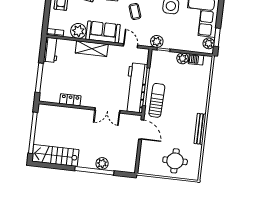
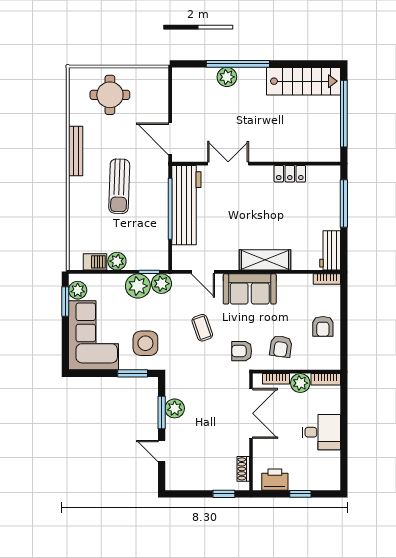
plant: (78, 31) -> (138, 286), moved
sun lounger: (157, 100) -> (119, 186), moved

